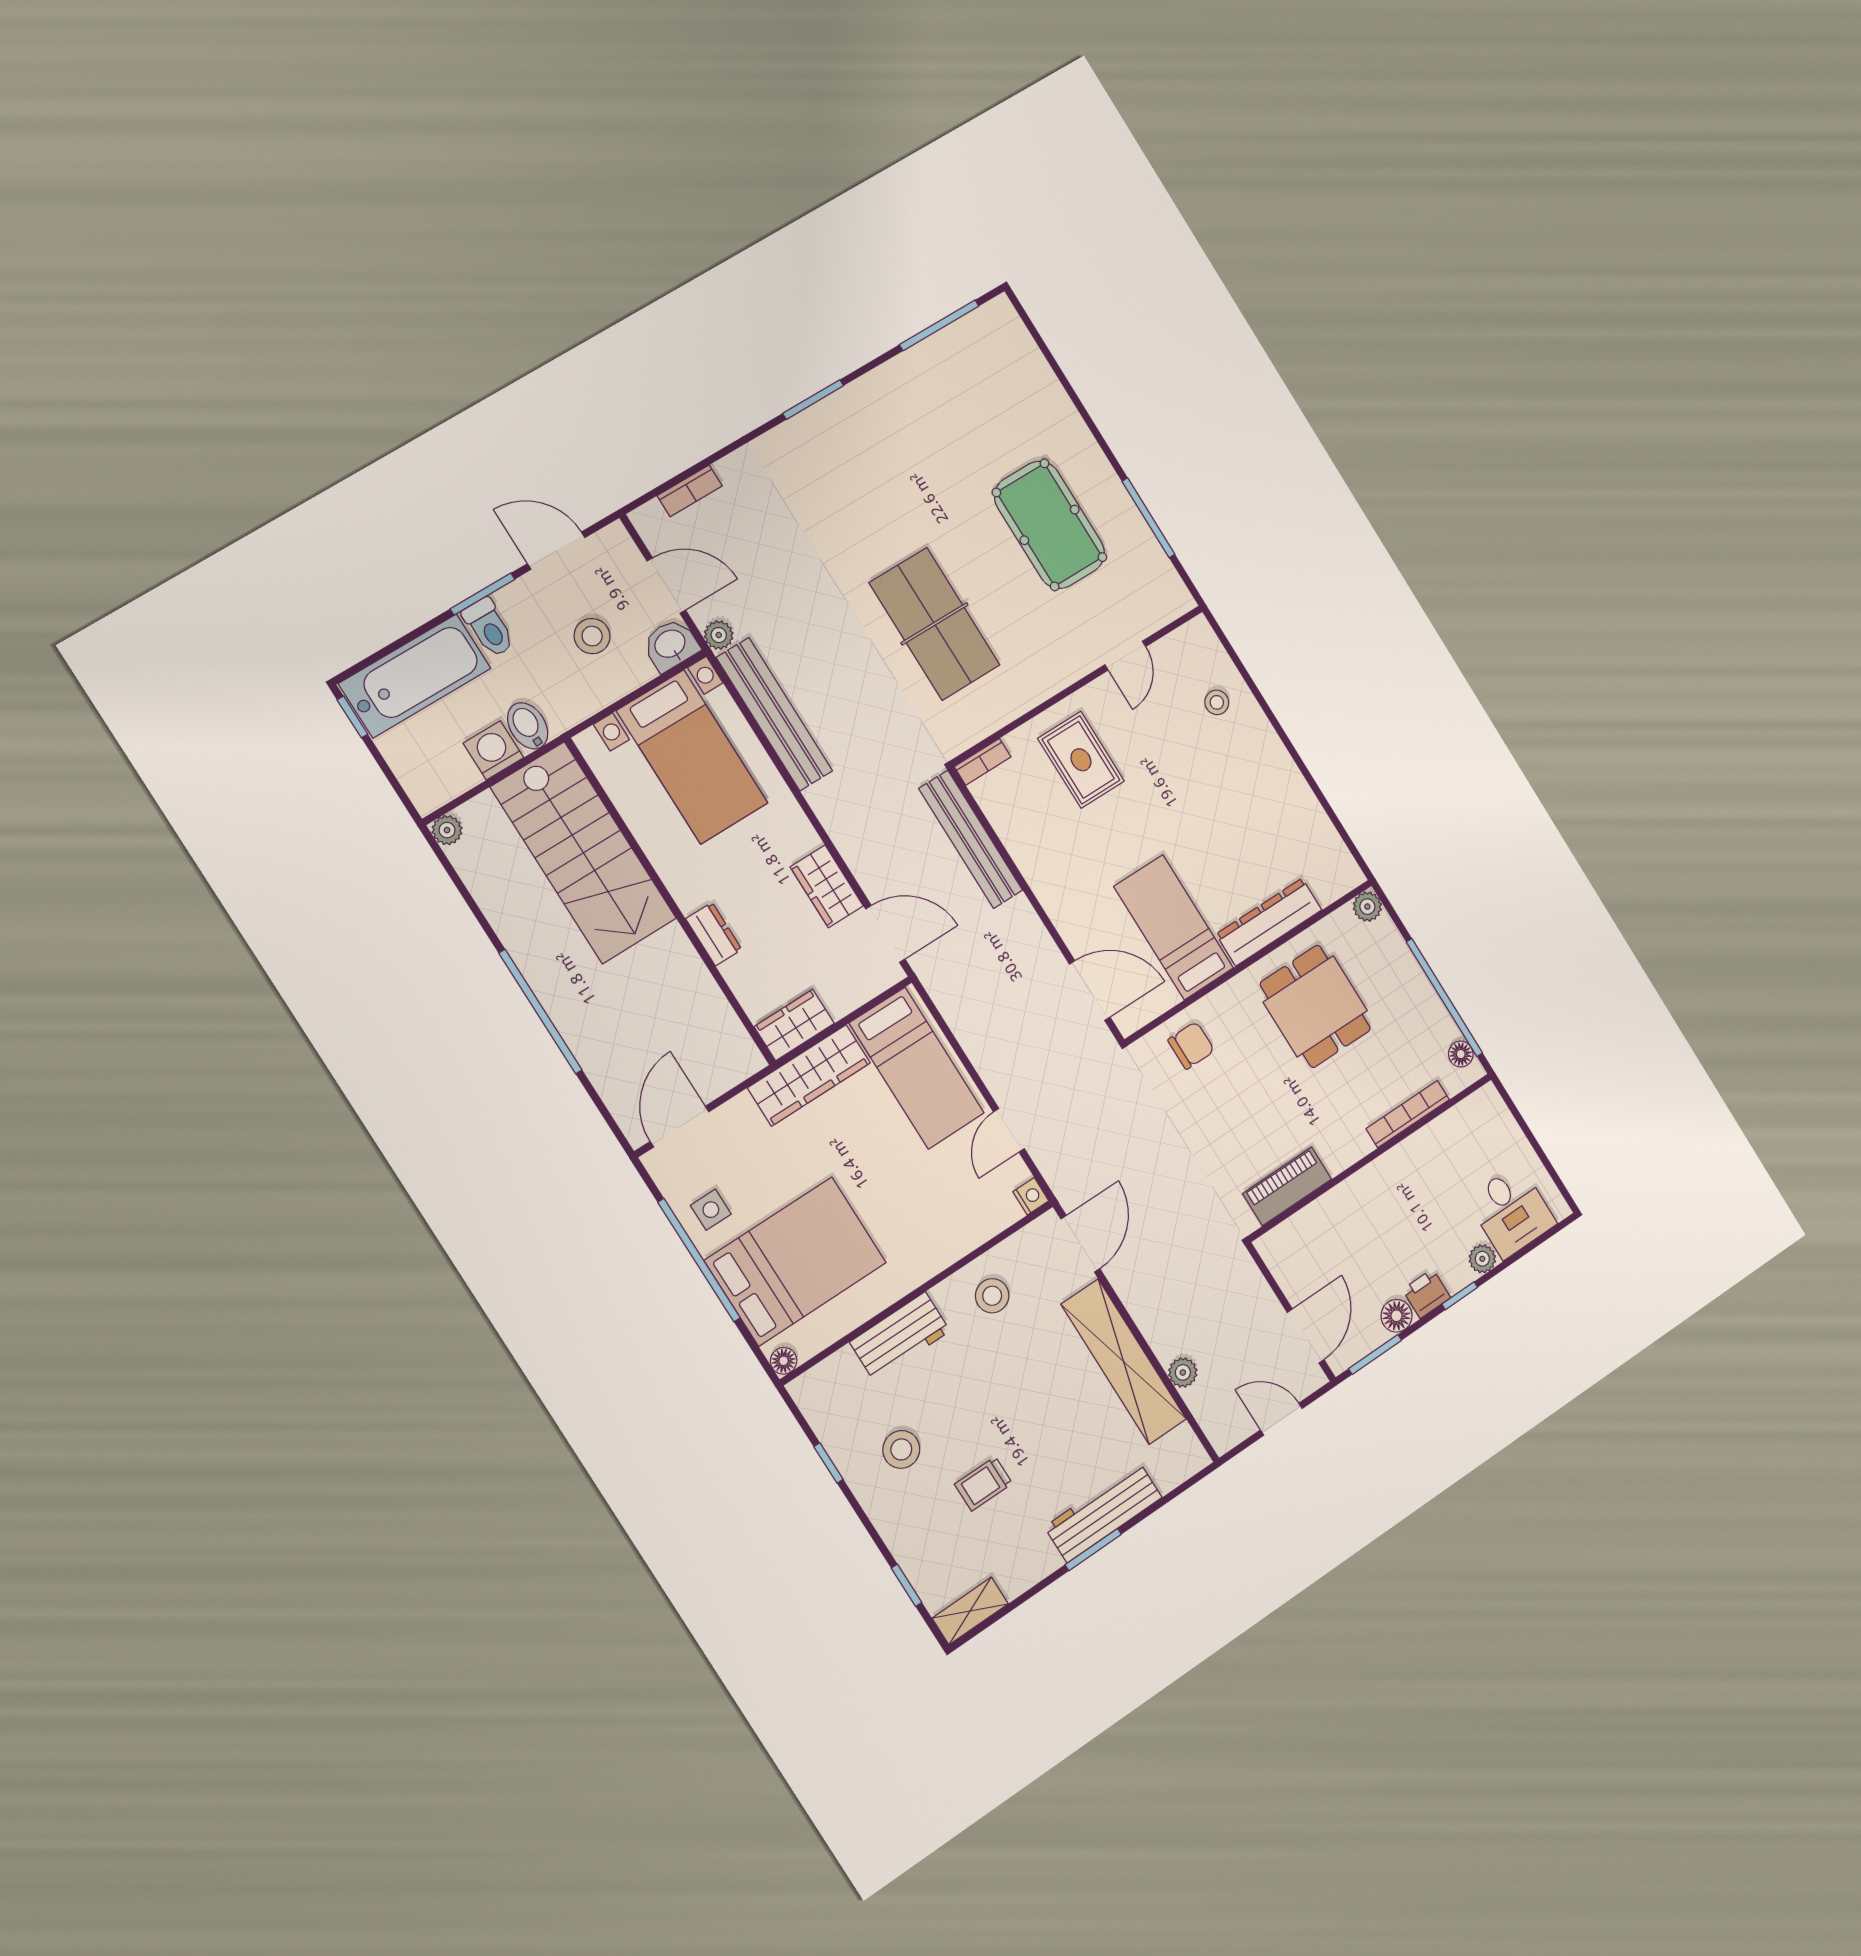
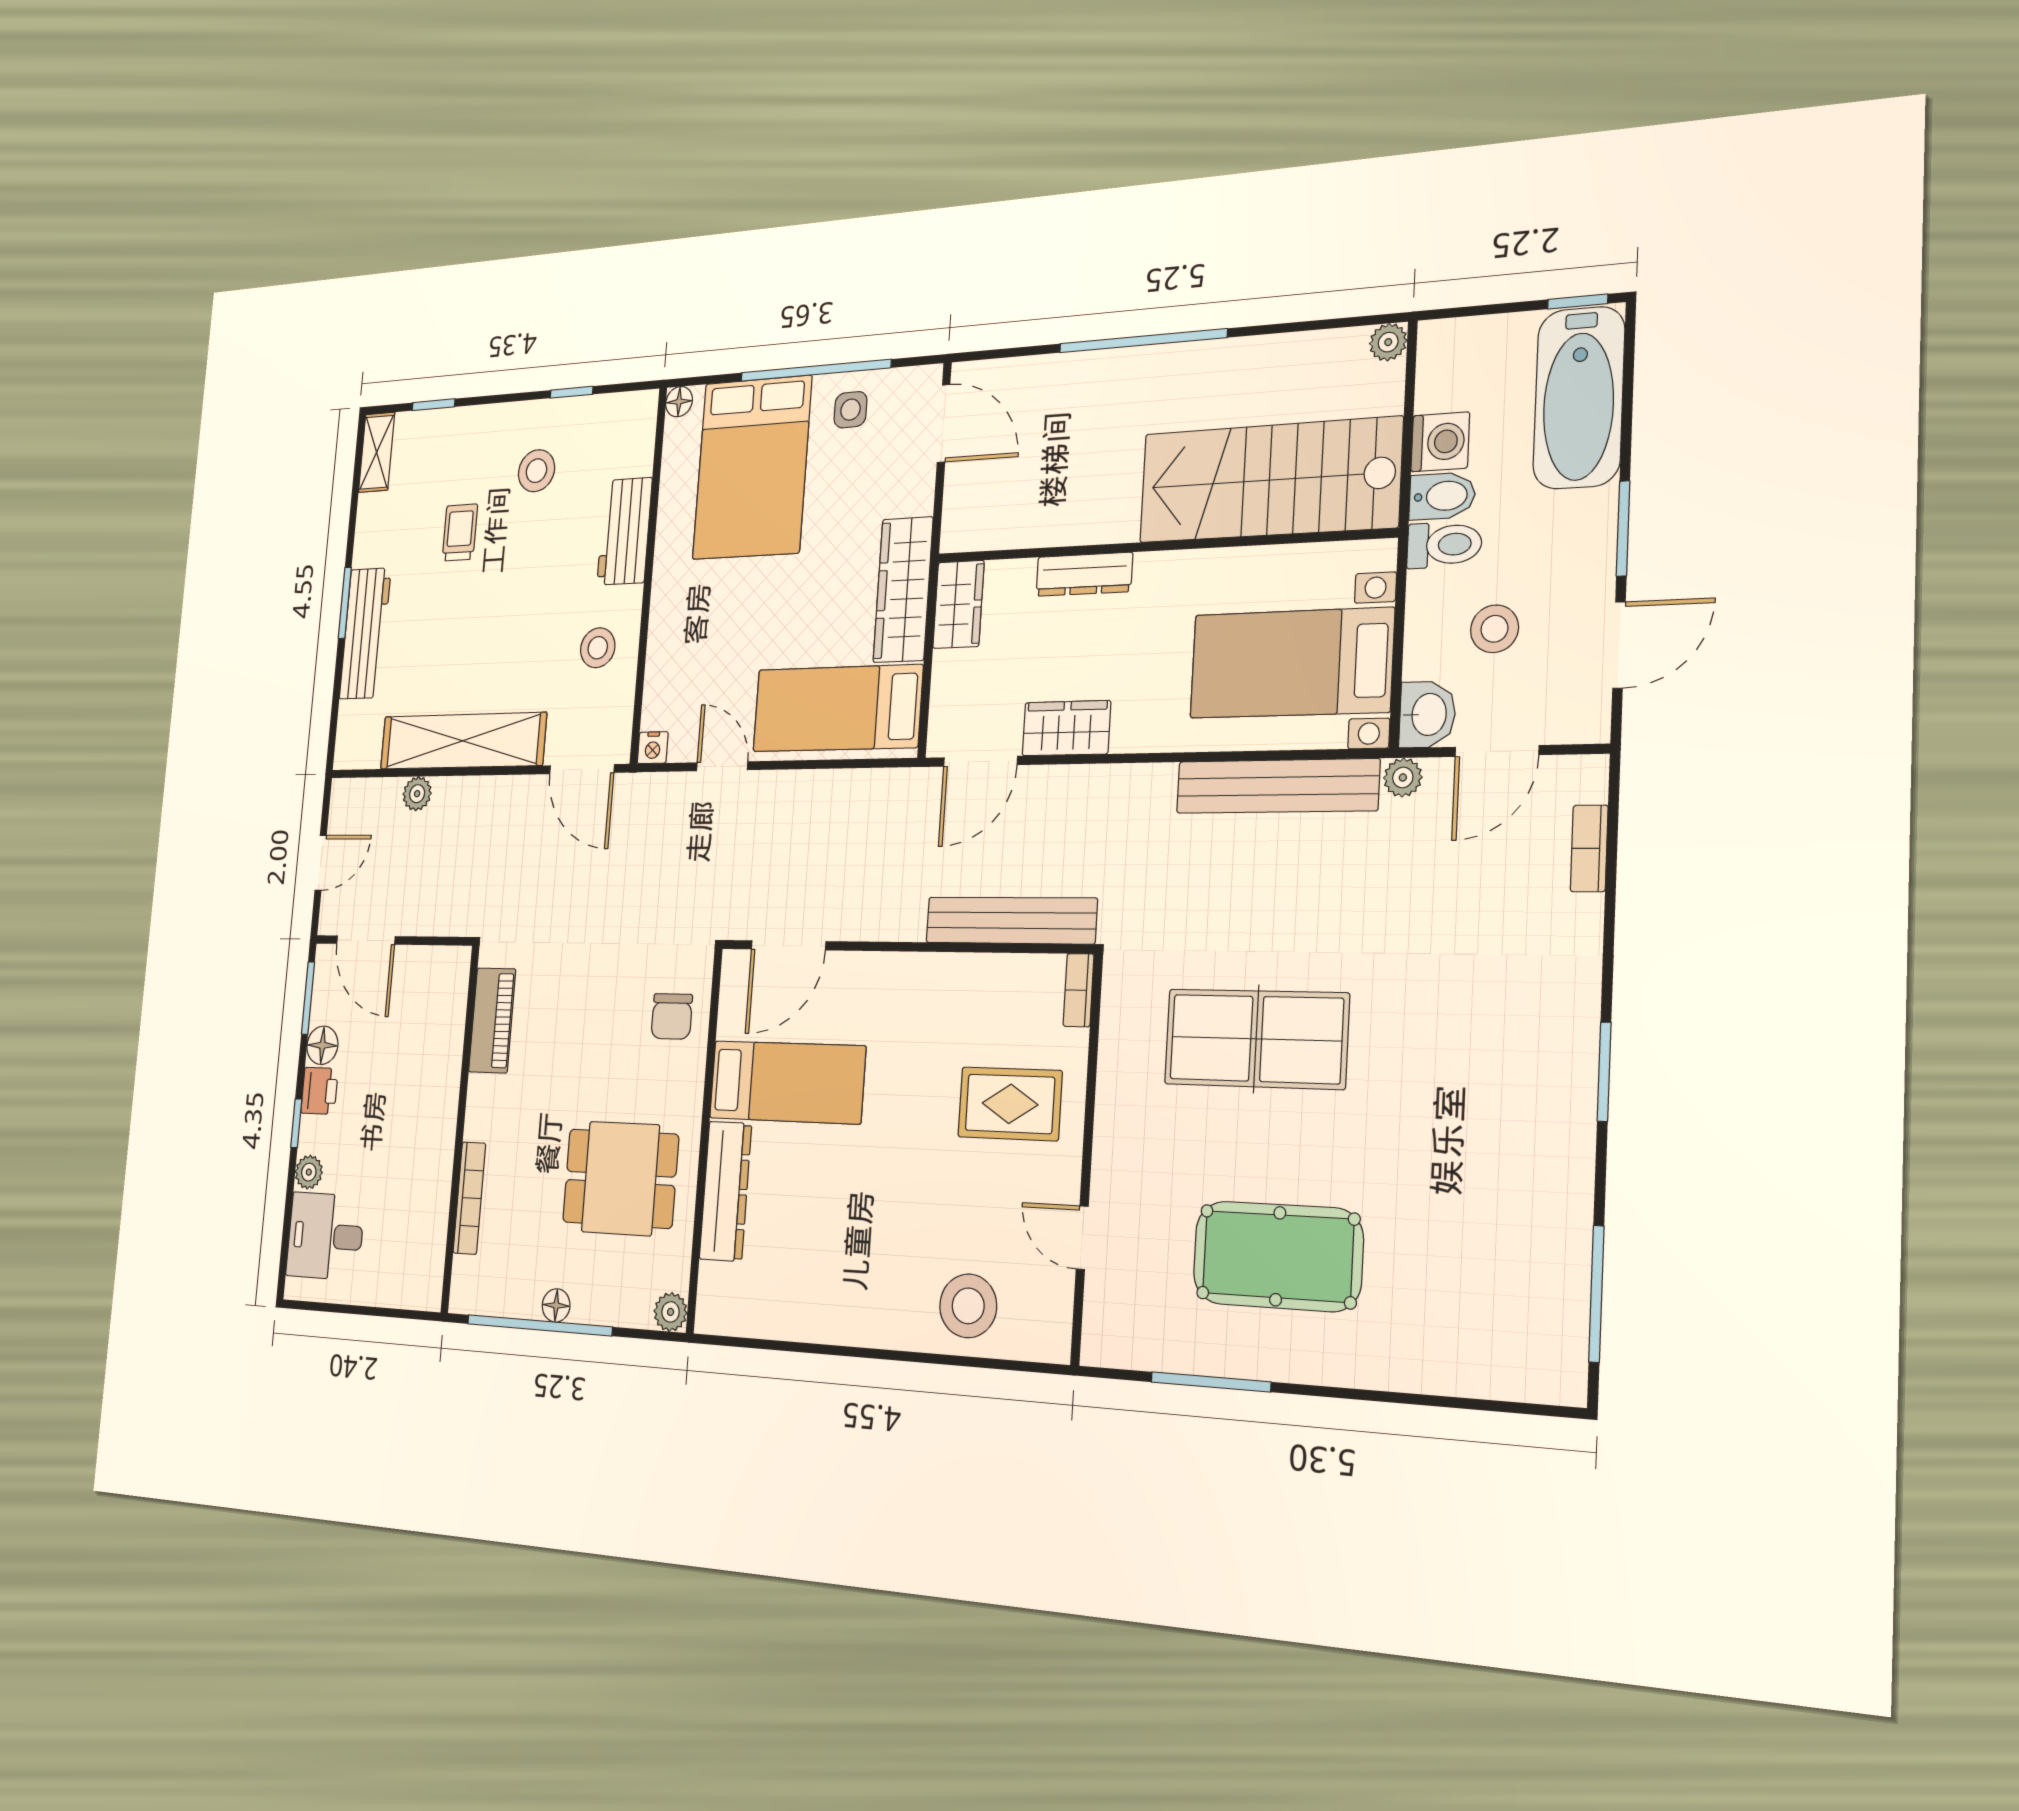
toilet: (489, 628) -> (1444, 545), moved, turned 180
stool: (1217, 702) -> (968, 1306), width x1.89, depth x1.89
dresser: (714, 934) -> (1084, 574), width x1.44
floor lamp: (1461, 1054) -> (556, 1305), moved

